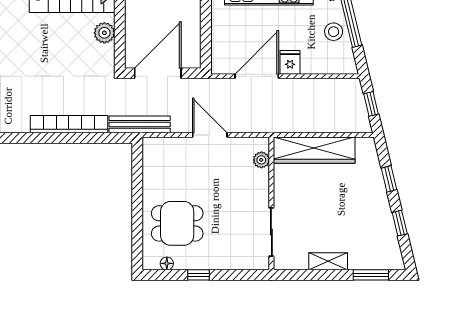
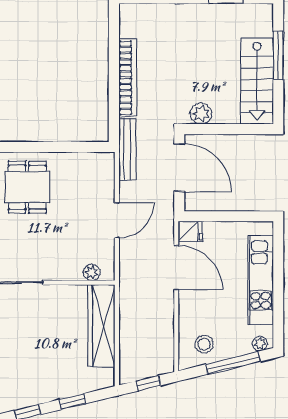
stool: (334, 32) -> (204, 344), moved
plant: (104, 33) -> (201, 114), moved
fridge: (290, 62) -> (190, 231), moved

